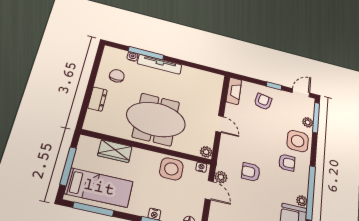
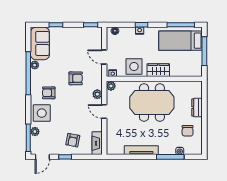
tv unit: (160, 64) -> (141, 150), moved
wardrobe: (115, 151) -> (158, 70), moved
plant: (221, 177) -> (97, 94), moved

